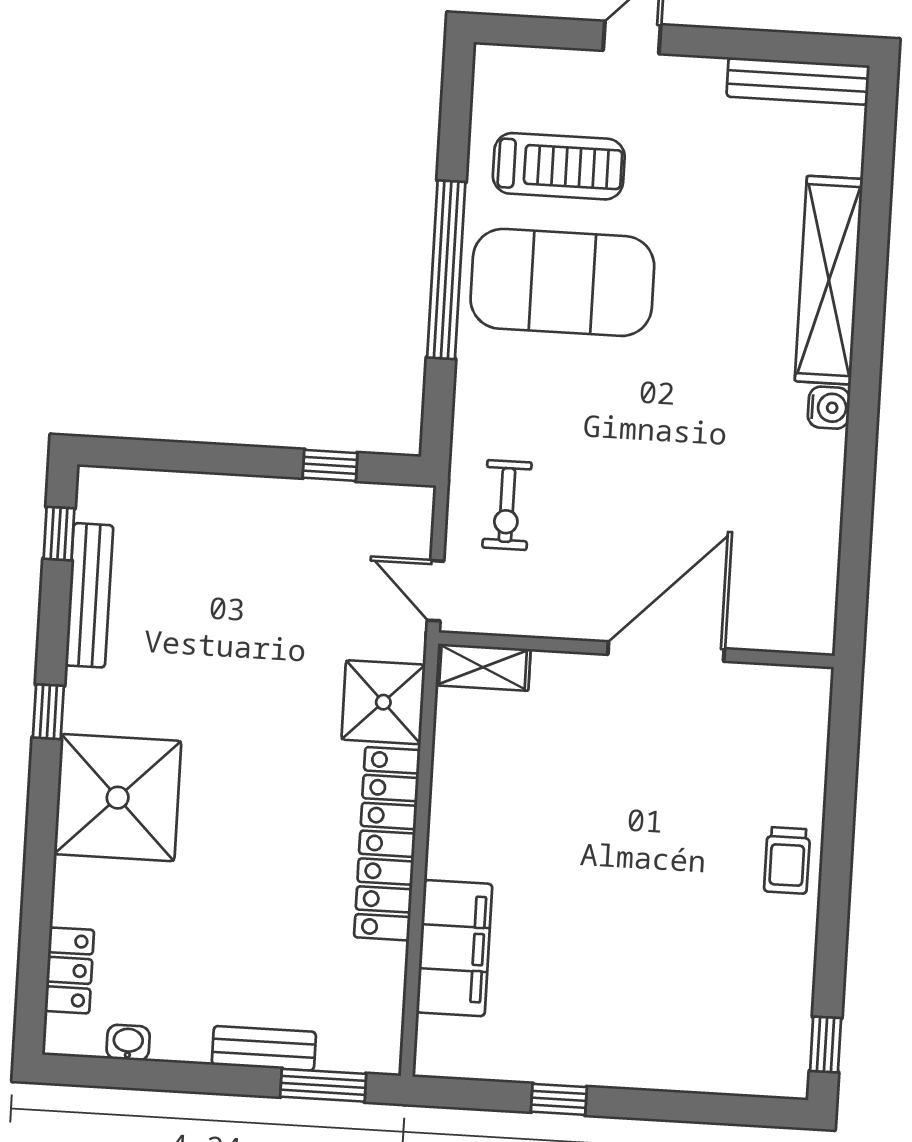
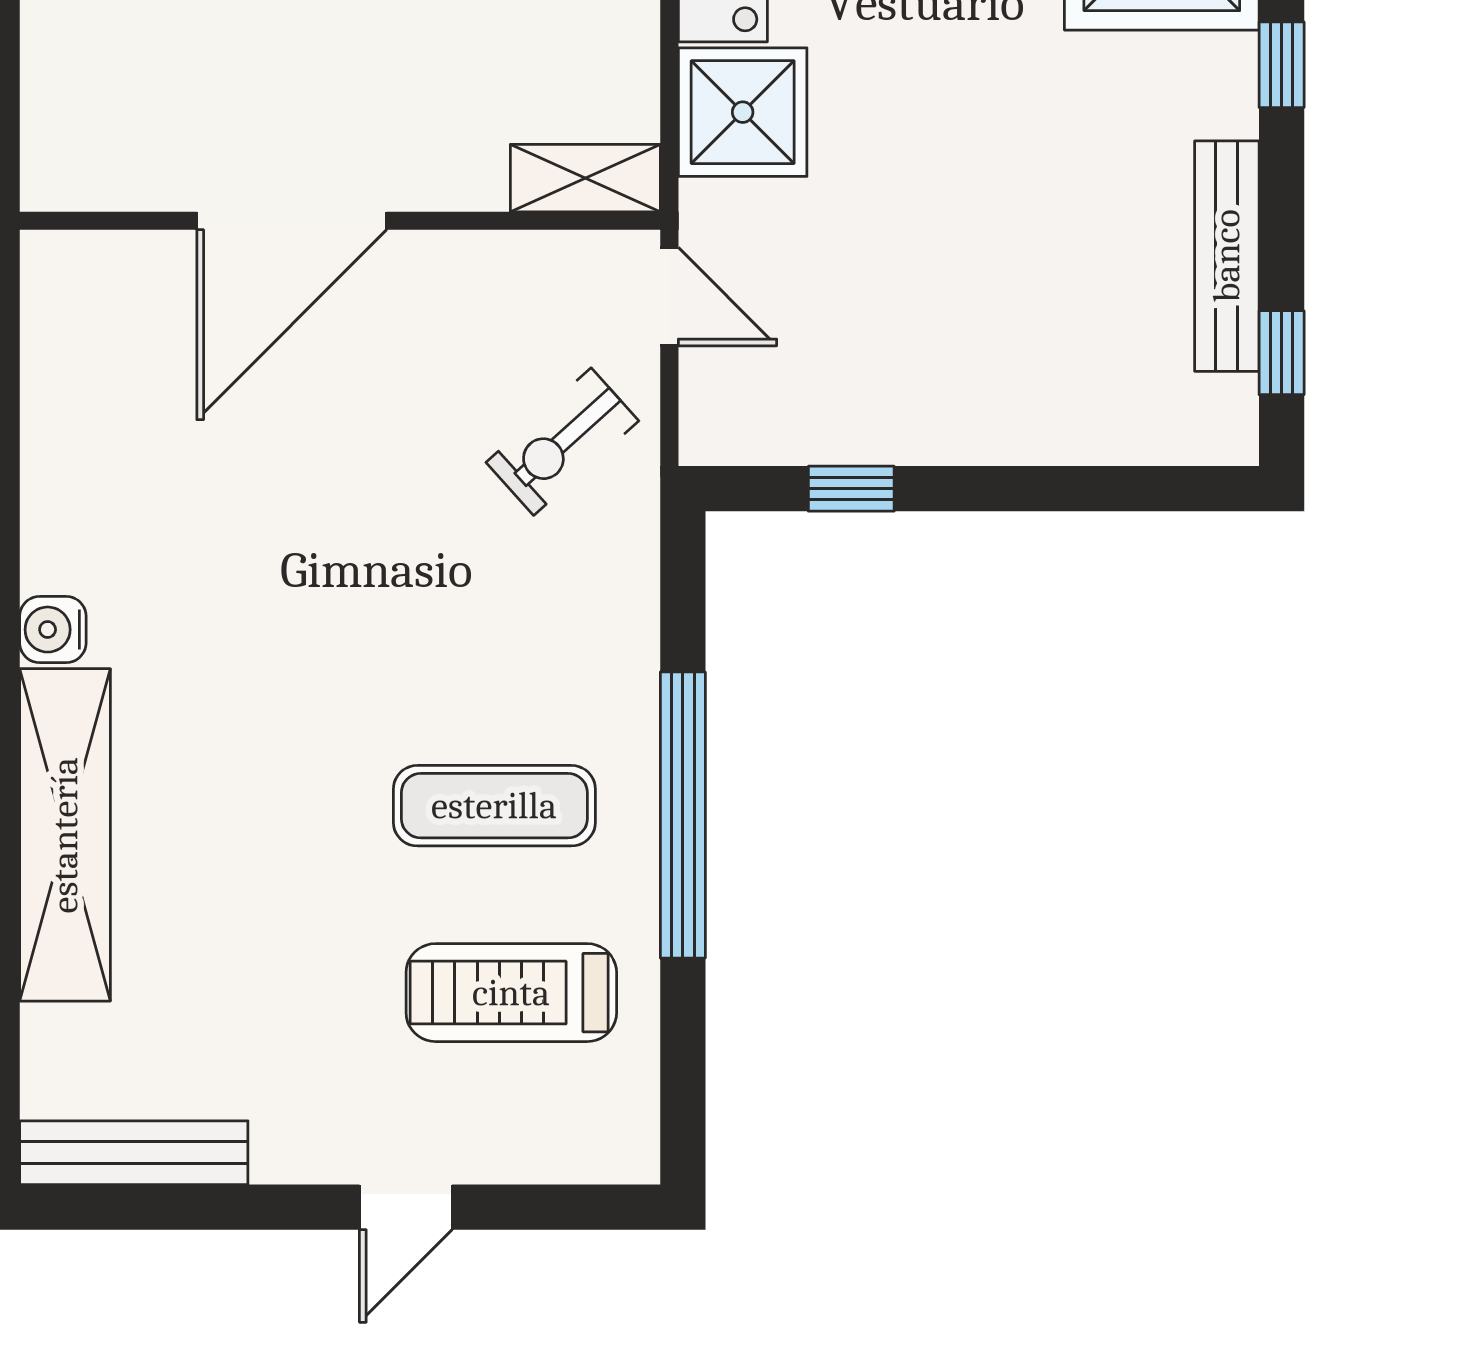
exercise mat: (562, 282) -> (494, 806), width x0.50, depth x0.69
exercise bike: (507, 505) -> (562, 442), turned -132

